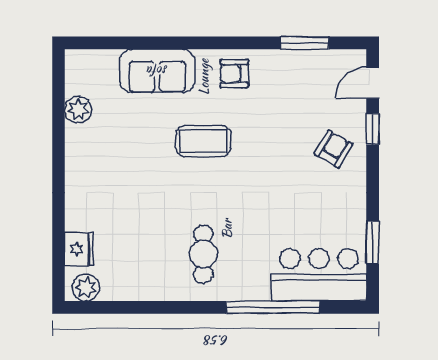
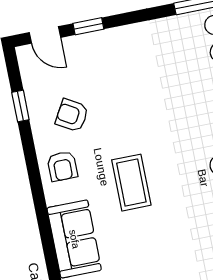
window: (305, 43) -> (20, 106), width x0.67
armchair: (334, 149) -> (72, 115), moved

